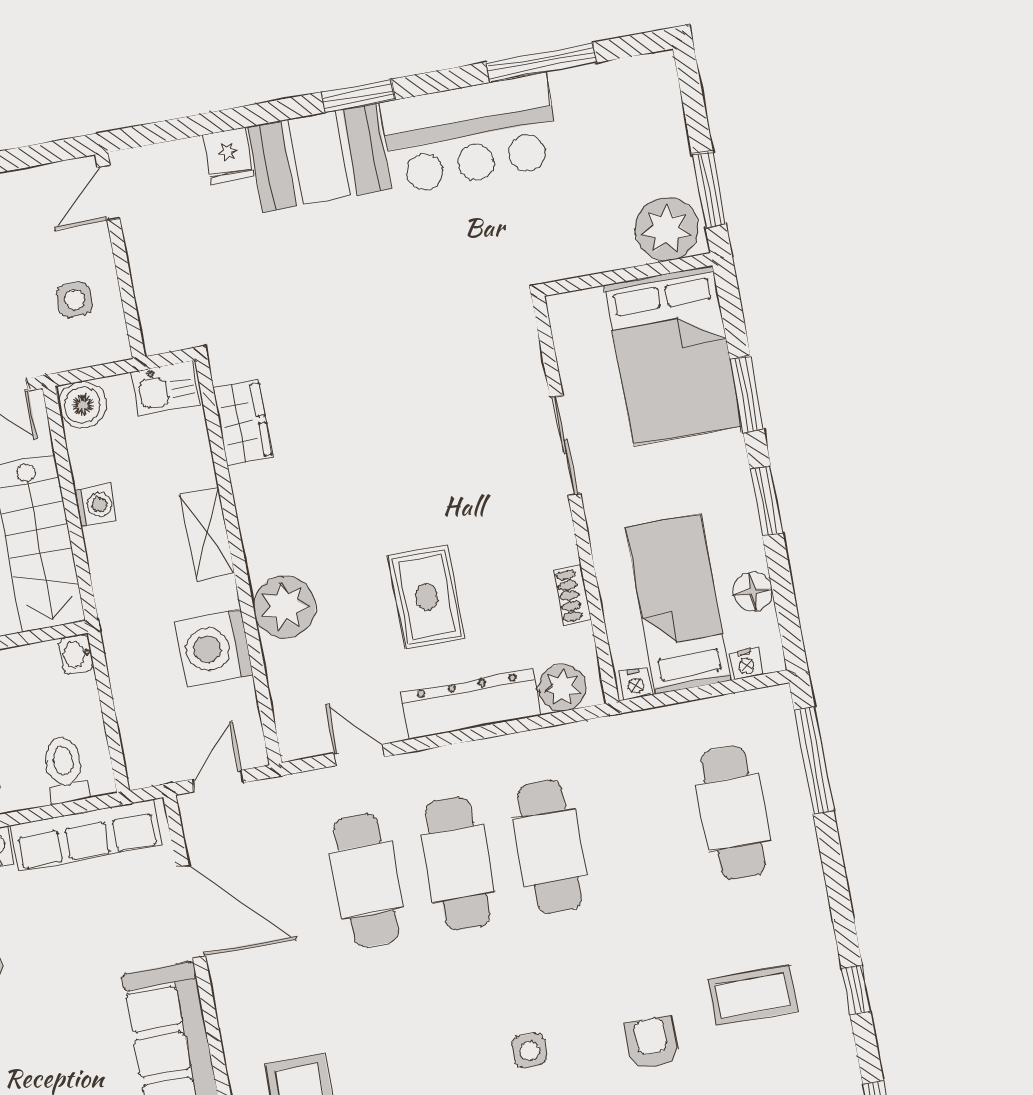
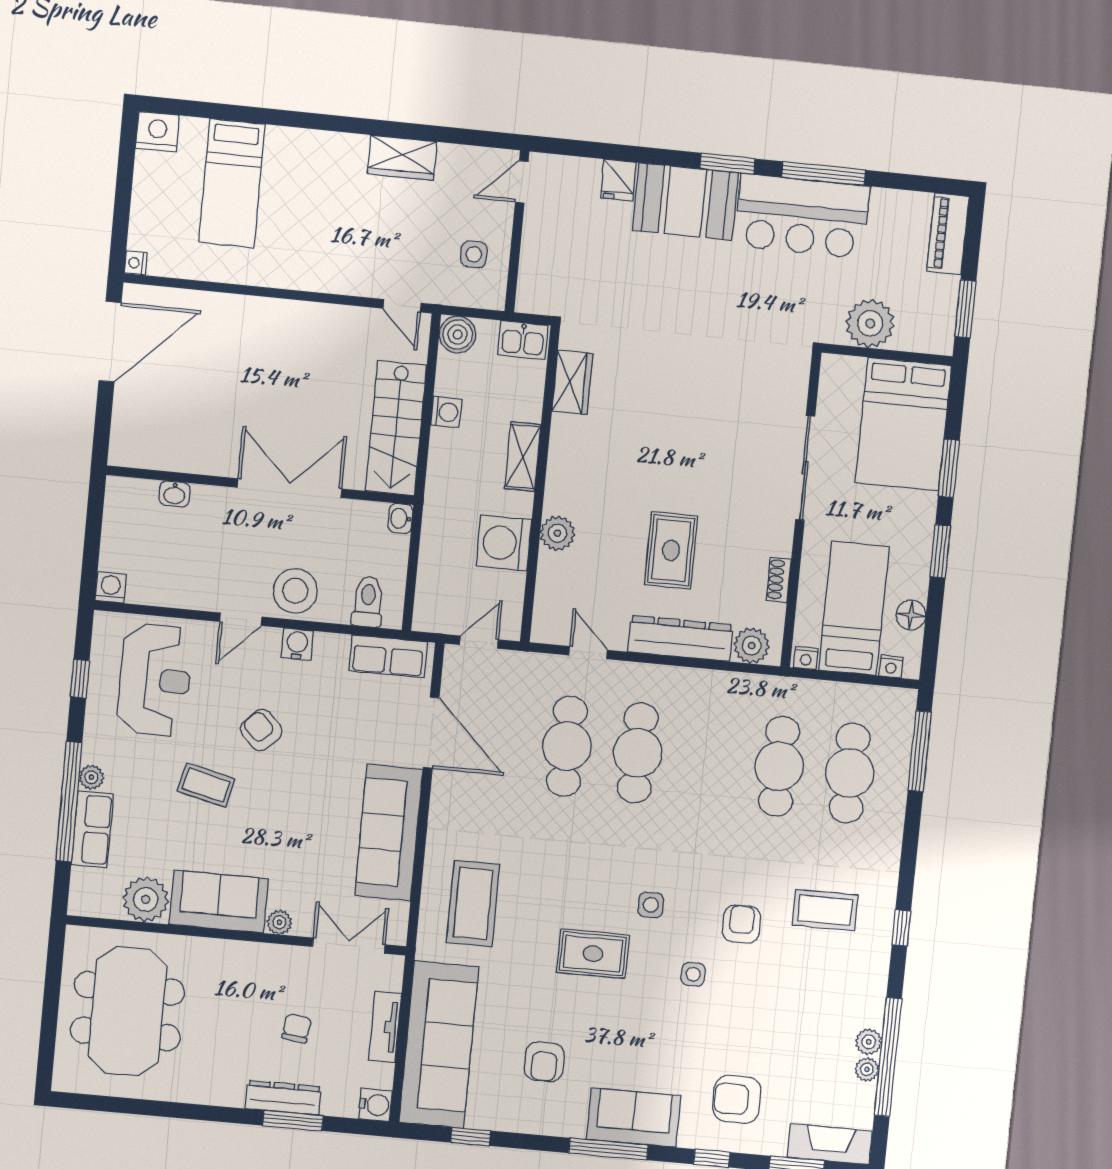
window: (541, 62) -> (824, 174), moved
piano: (660, 102) -> (948, 234), added
plant: (666, 229) -> (870, 323), moved
sliding door: (565, 446) -> (805, 468), width x1.37
plant: (284, 607) -> (557, 533), width x0.73, depth x0.73
row of seats: (86, 835) -> (388, 656), width x0.68
cafe table: (550, 847) -> (779, 766), moved

